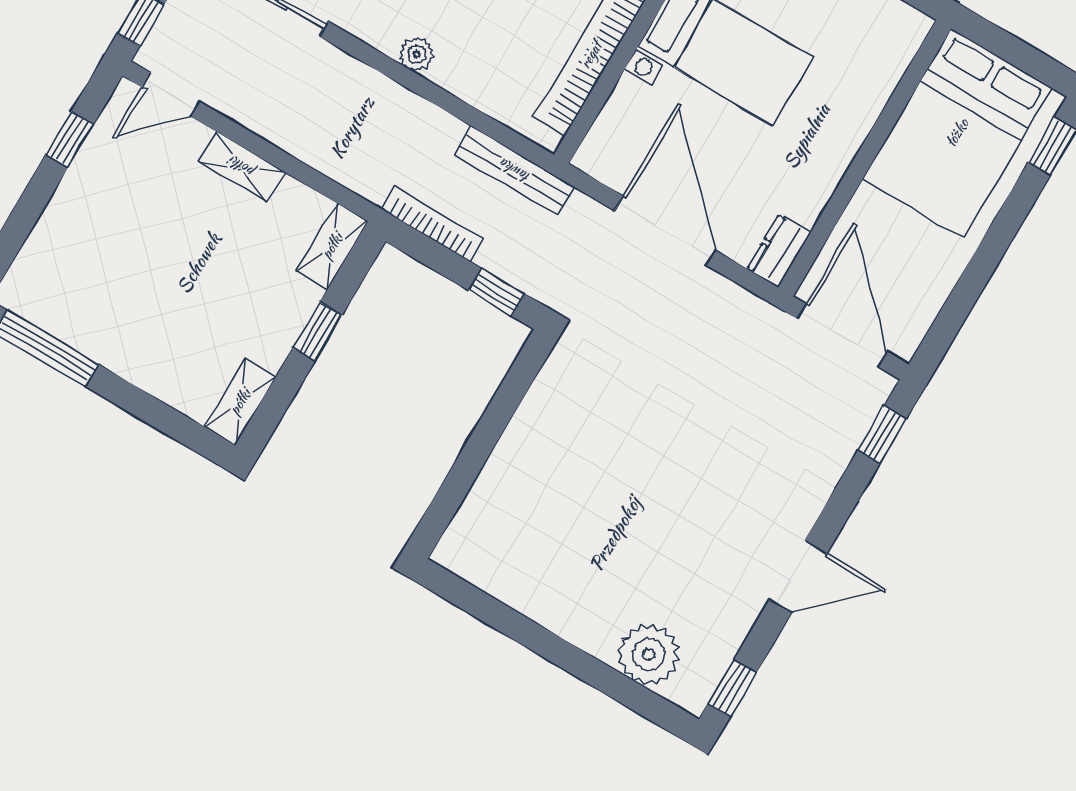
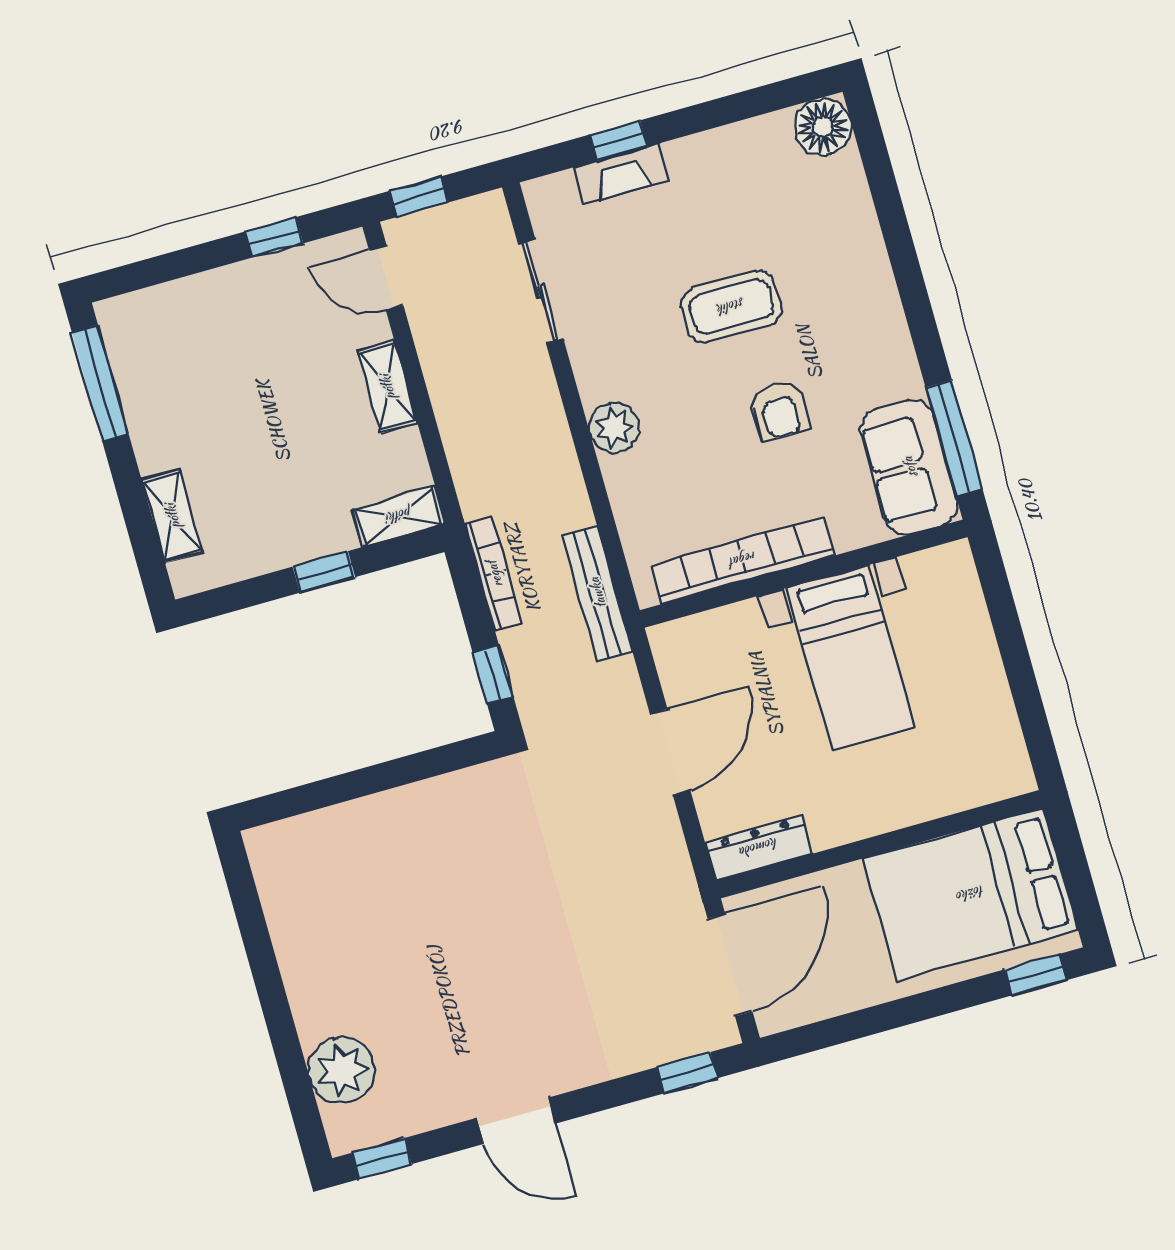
plant: (417, 54) -> (614, 428), width x1.38, depth x1.38
door: (665, 230) -> (670, 752), width x0.73
dresser: (779, 250) -> (759, 848), width x1.44
shelving: (240, 402) -> (172, 516), moved, turned 90

